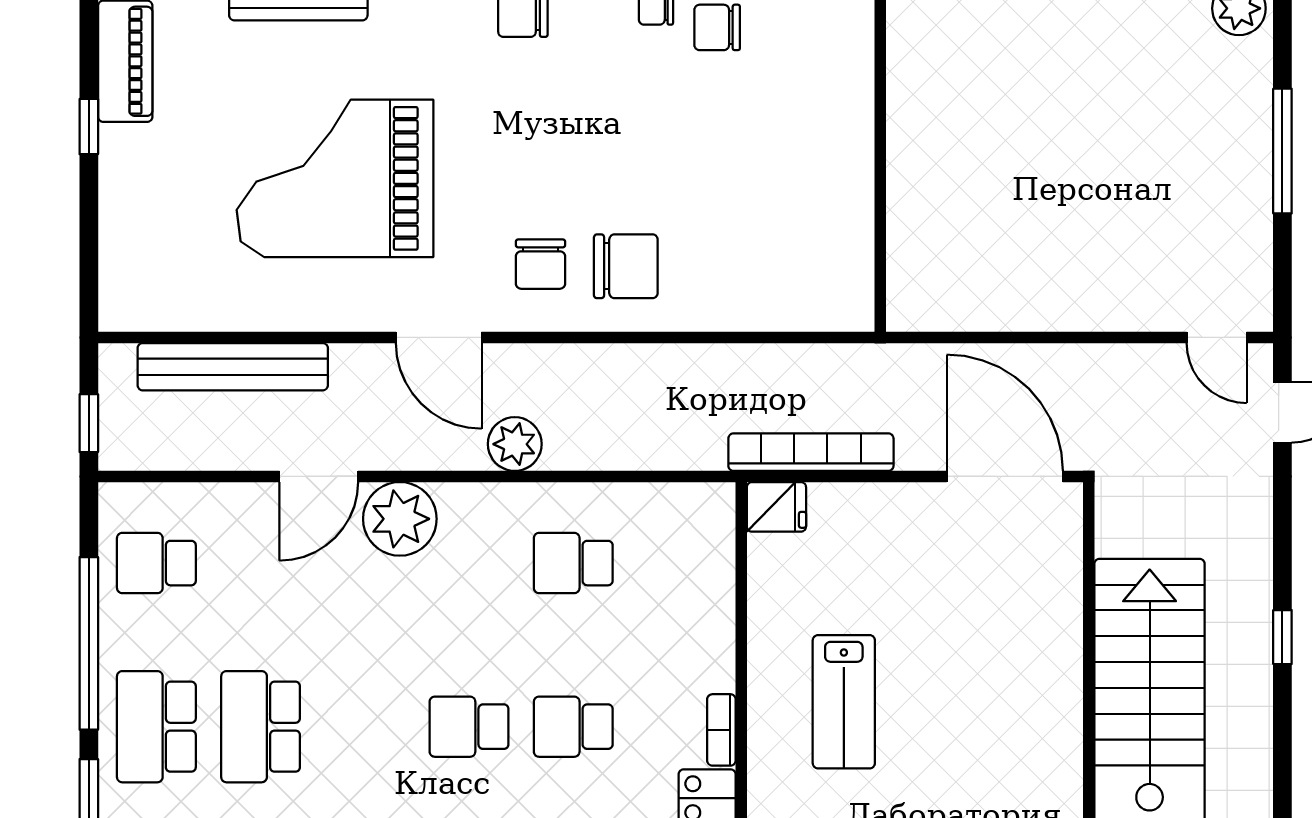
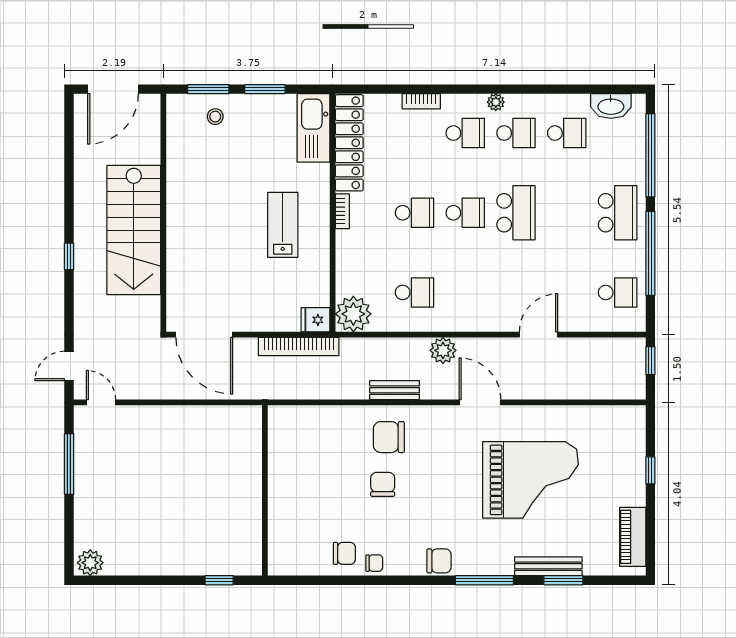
window: (89, 127) -> (650, 470), moved
window: (1282, 151) -> (69, 464), moved
chair: (541, 264) -> (383, 484), moved
bench: (233, 367) -> (395, 390), moved, width x0.54, depth x0.82
plant: (400, 519) -> (353, 314), moved
school desk: (261, 727) -> (516, 213), moved

